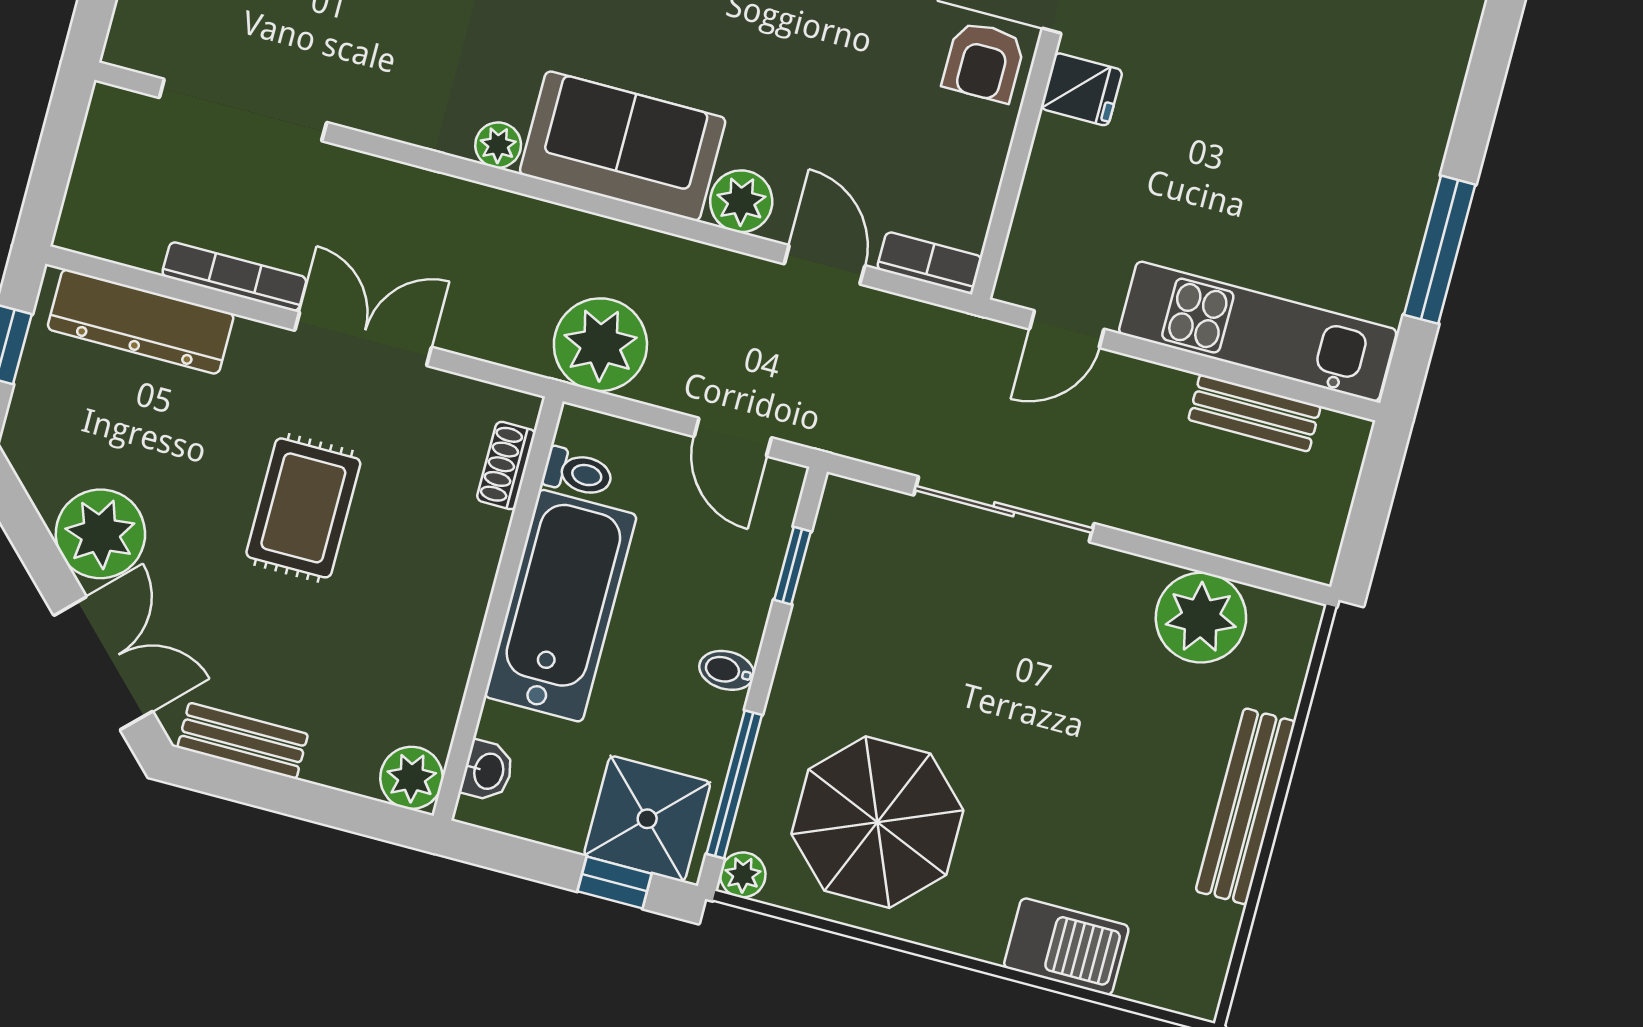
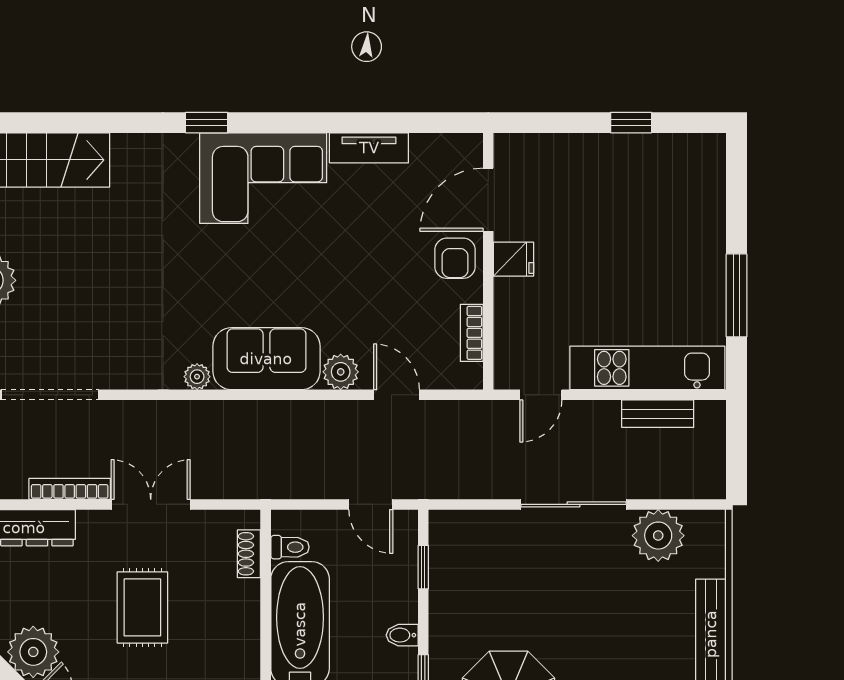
bookcase: (929, 263) -> (472, 333), moved, turned -90
plant: (600, 345) -> (284, 473), removed
sliding door: (1004, 509) -> (574, 504), moved

